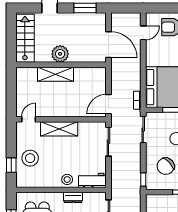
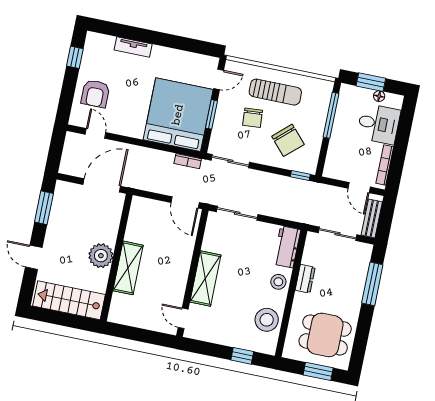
stool: (30, 158) -> (267, 320), moved

